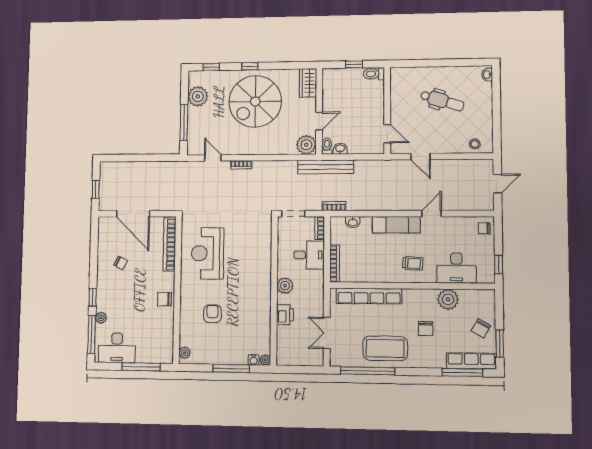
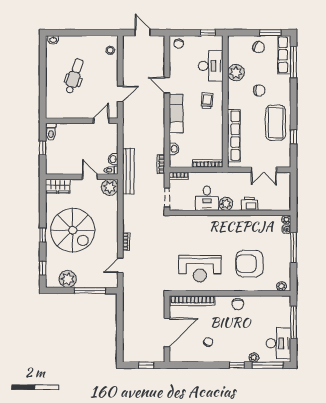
desk: (309, 255) -> (207, 198), moved, turned 180
armchair: (212, 314) -> (249, 264), width x1.88, depth x1.88
window: (368, 371) -> (294, 137), width x0.32

